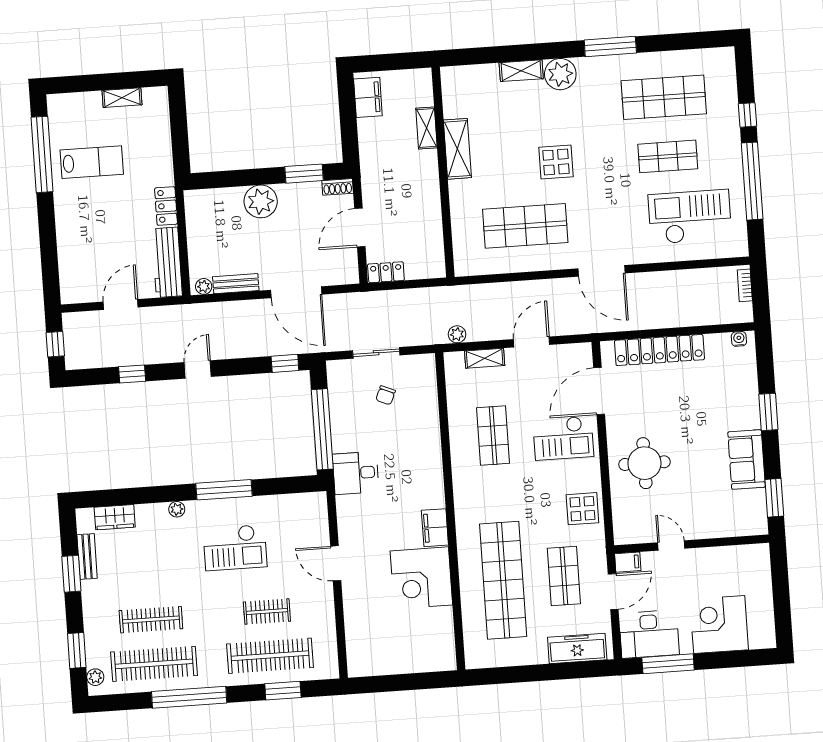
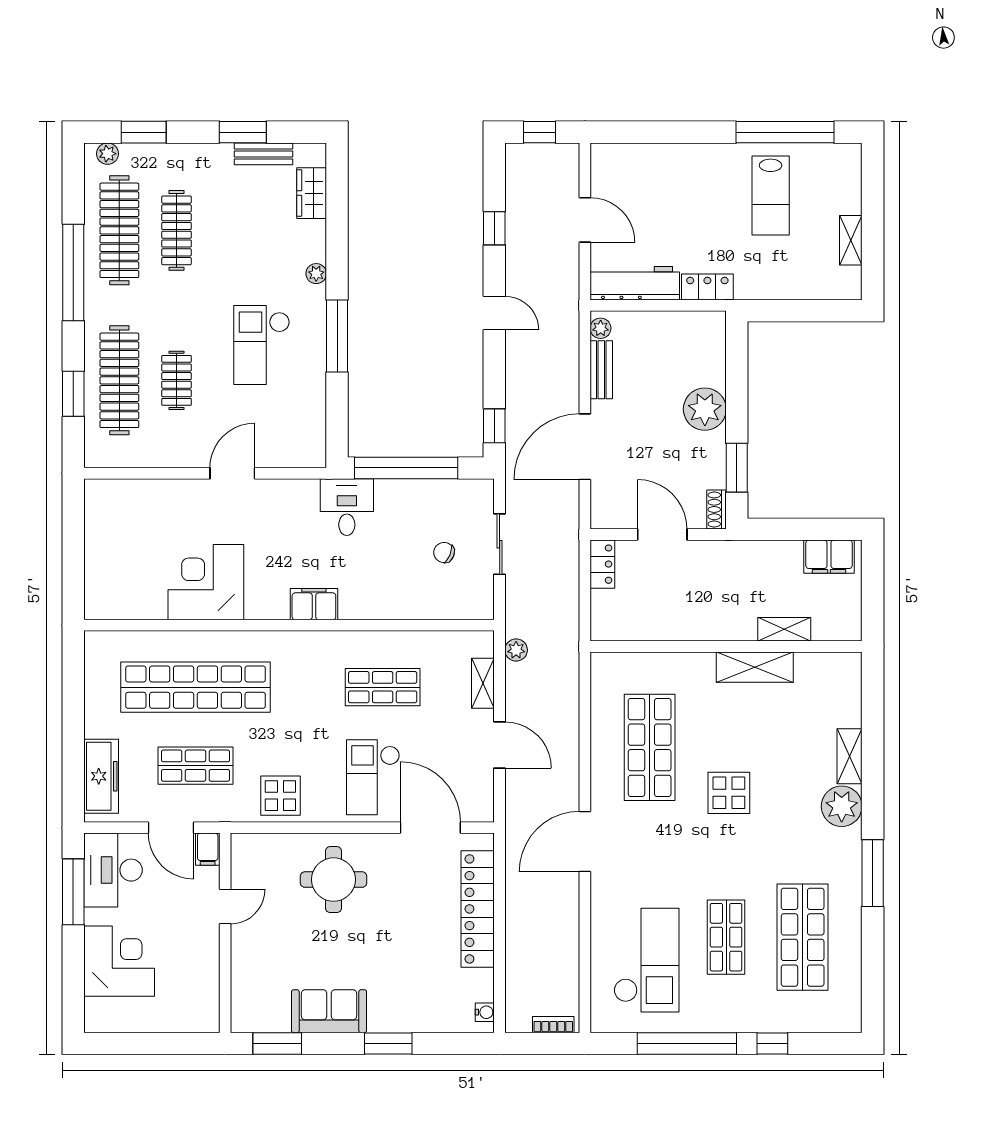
filing cabinet: (435, 528) -> (314, 604), moved

